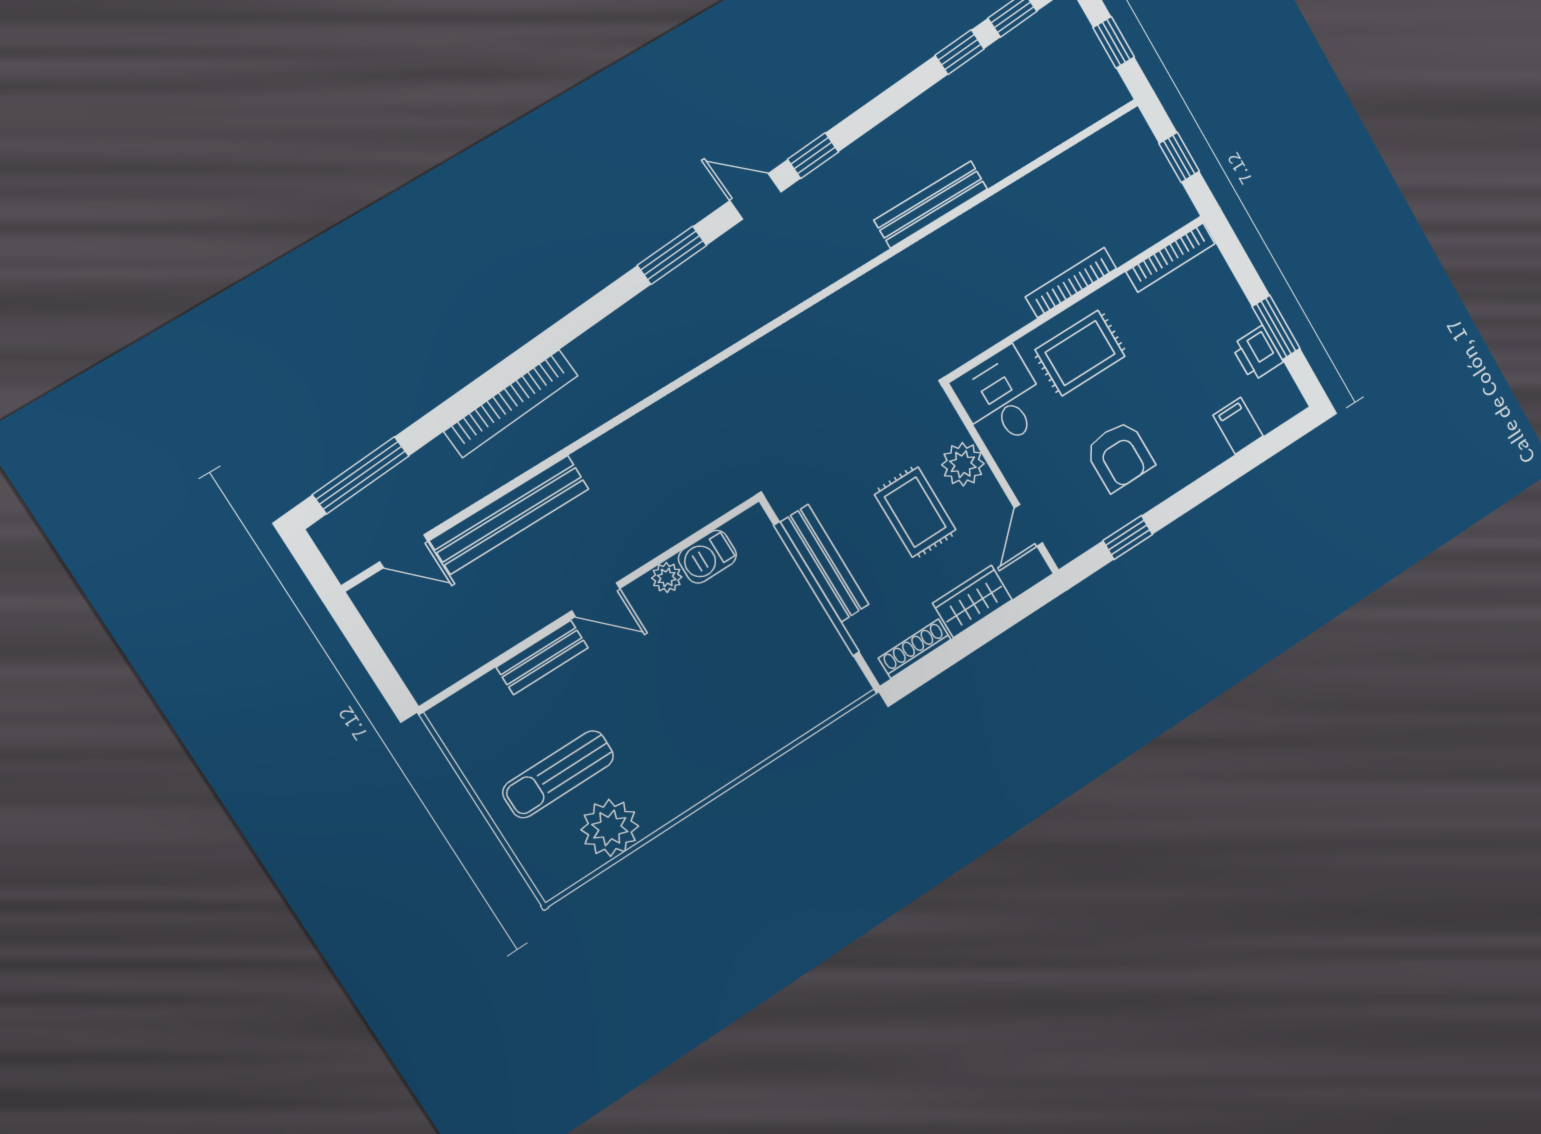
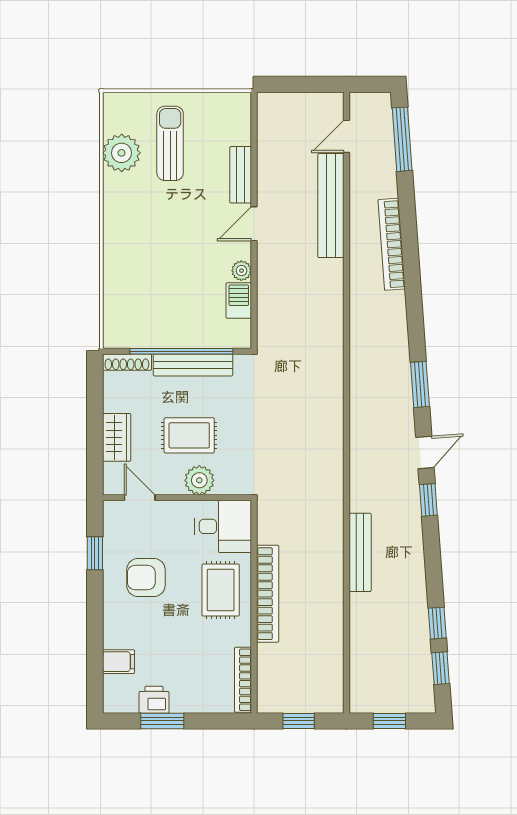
bookcase: (1071, 283) -> (268, 594), width x1.48, depth x1.31
shoe rack: (915, 649) -> (127, 362), moved, turned 90

